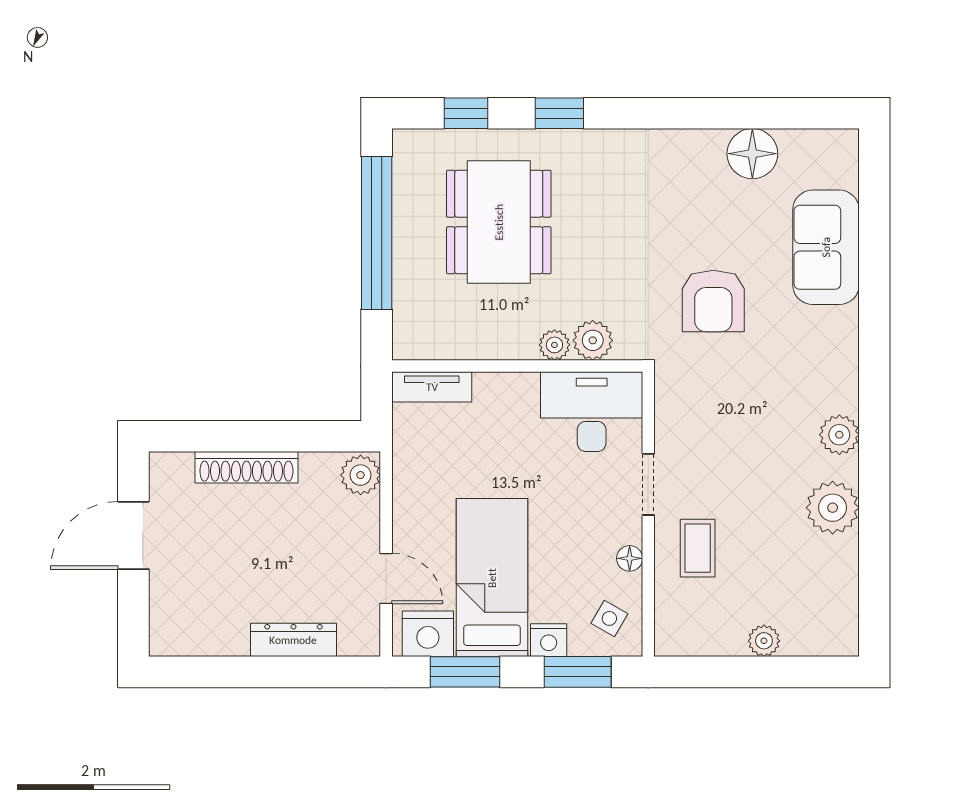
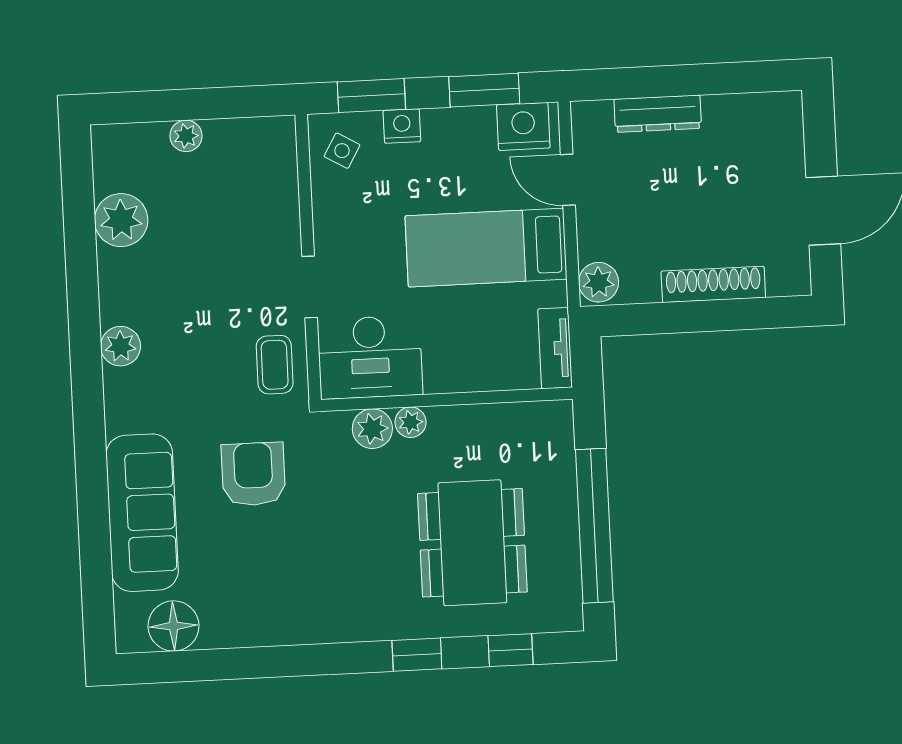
floor lamp: (752, 154) -> (173, 626), moved
sofa: (826, 247) -> (142, 513), width x1.36
tv unit: (432, 387) -> (555, 348), moved, turned -90
plant: (833, 508) -> (121, 220), moved
coffee table: (698, 548) -> (275, 365), moved
floor lamp: (630, 558) -> (325, 212), removed
bed: (492, 578) -> (486, 248), moved, turned 90

